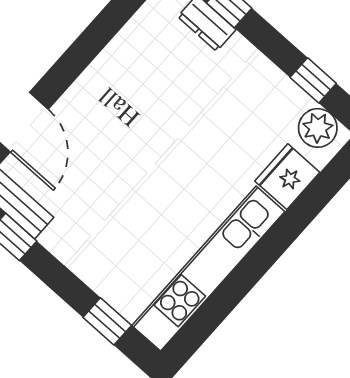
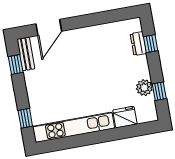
plant: (318, 128) -> (144, 88), moved

